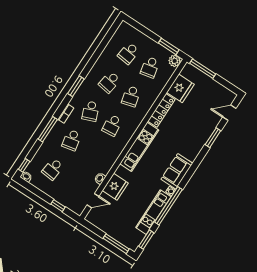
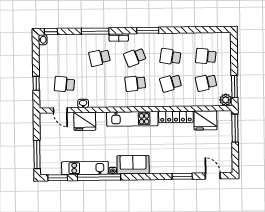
school desk: (53, 169) -> (64, 84), moved

